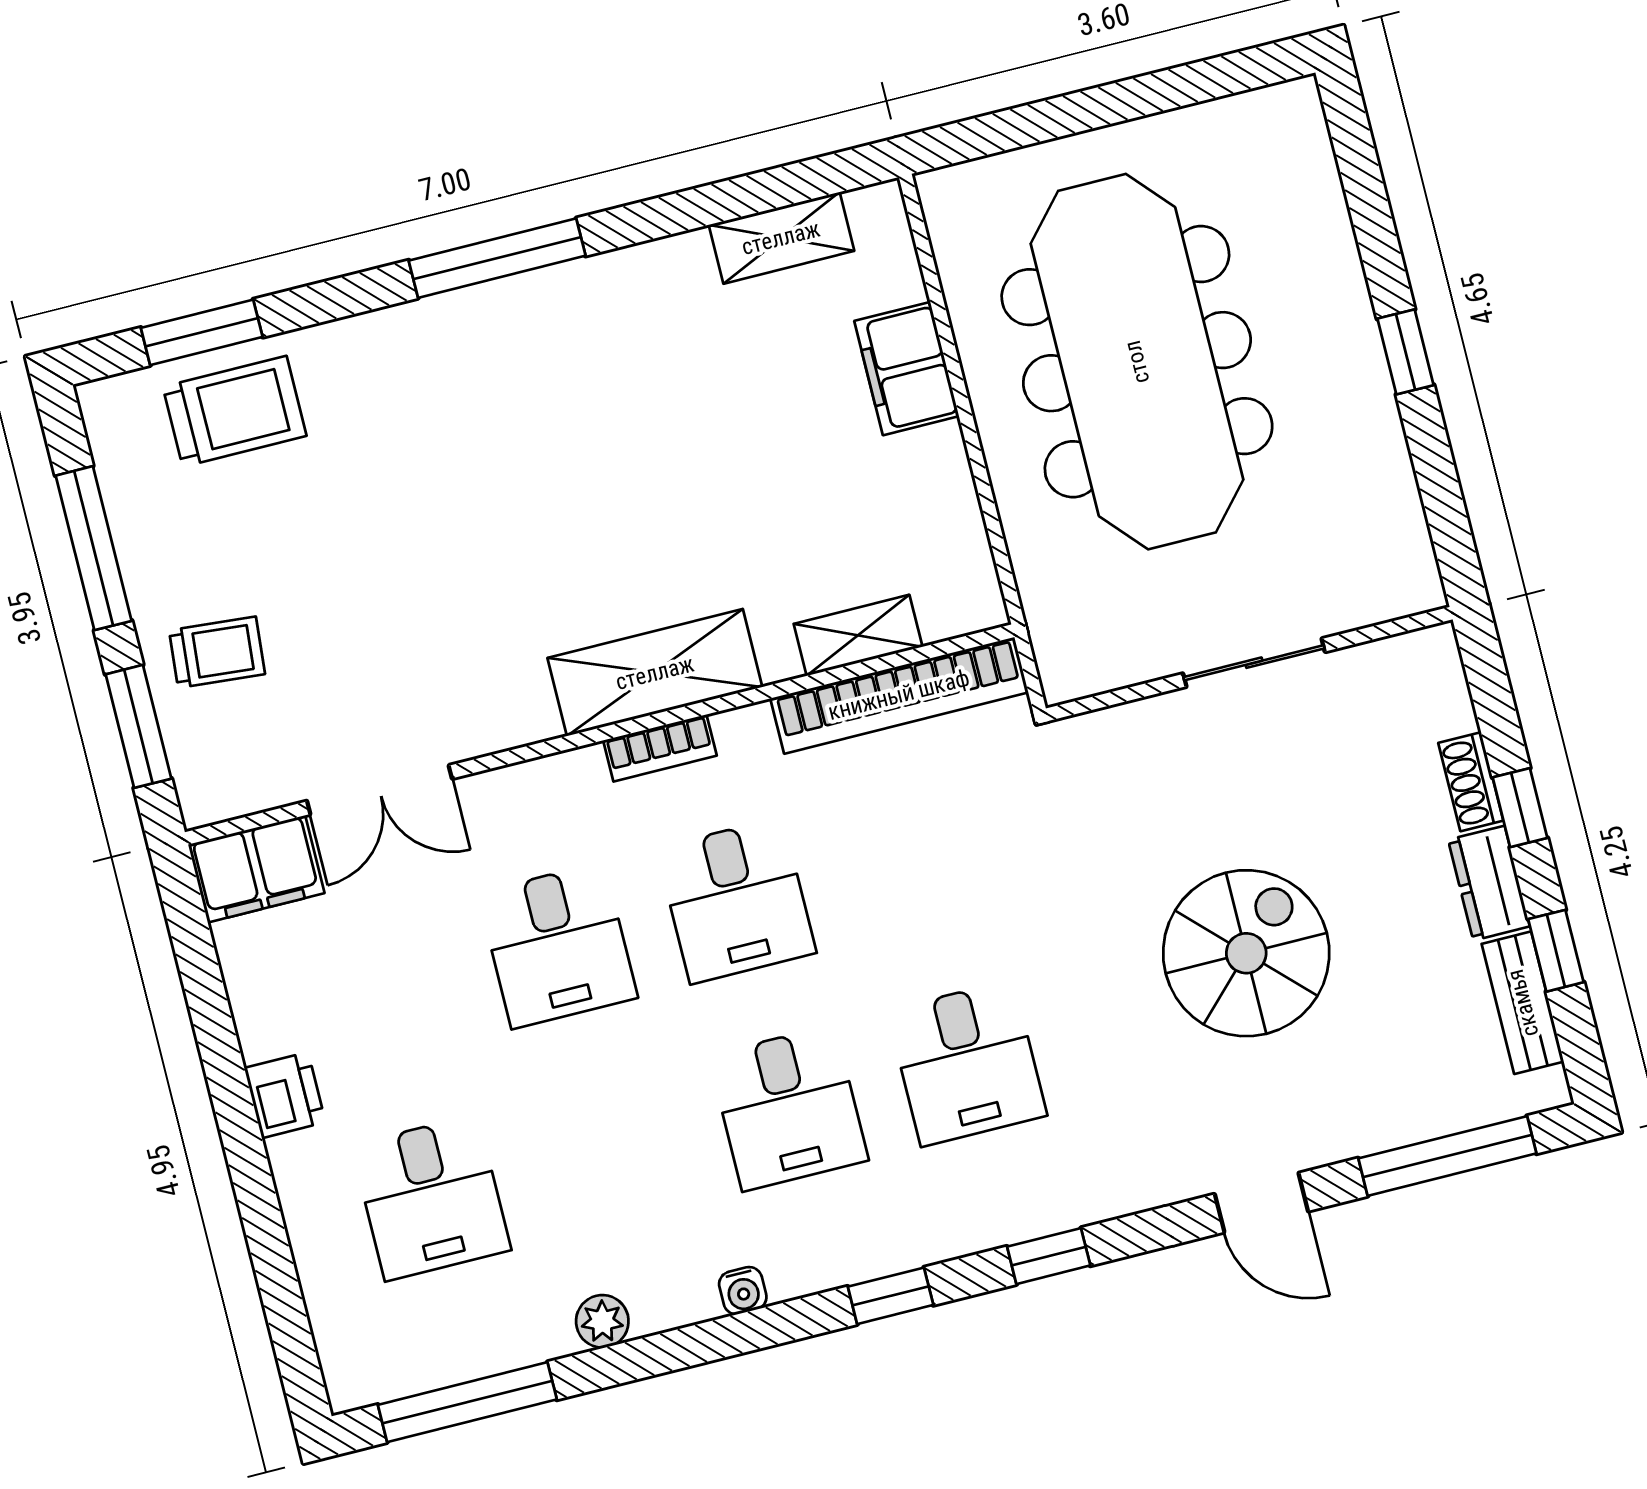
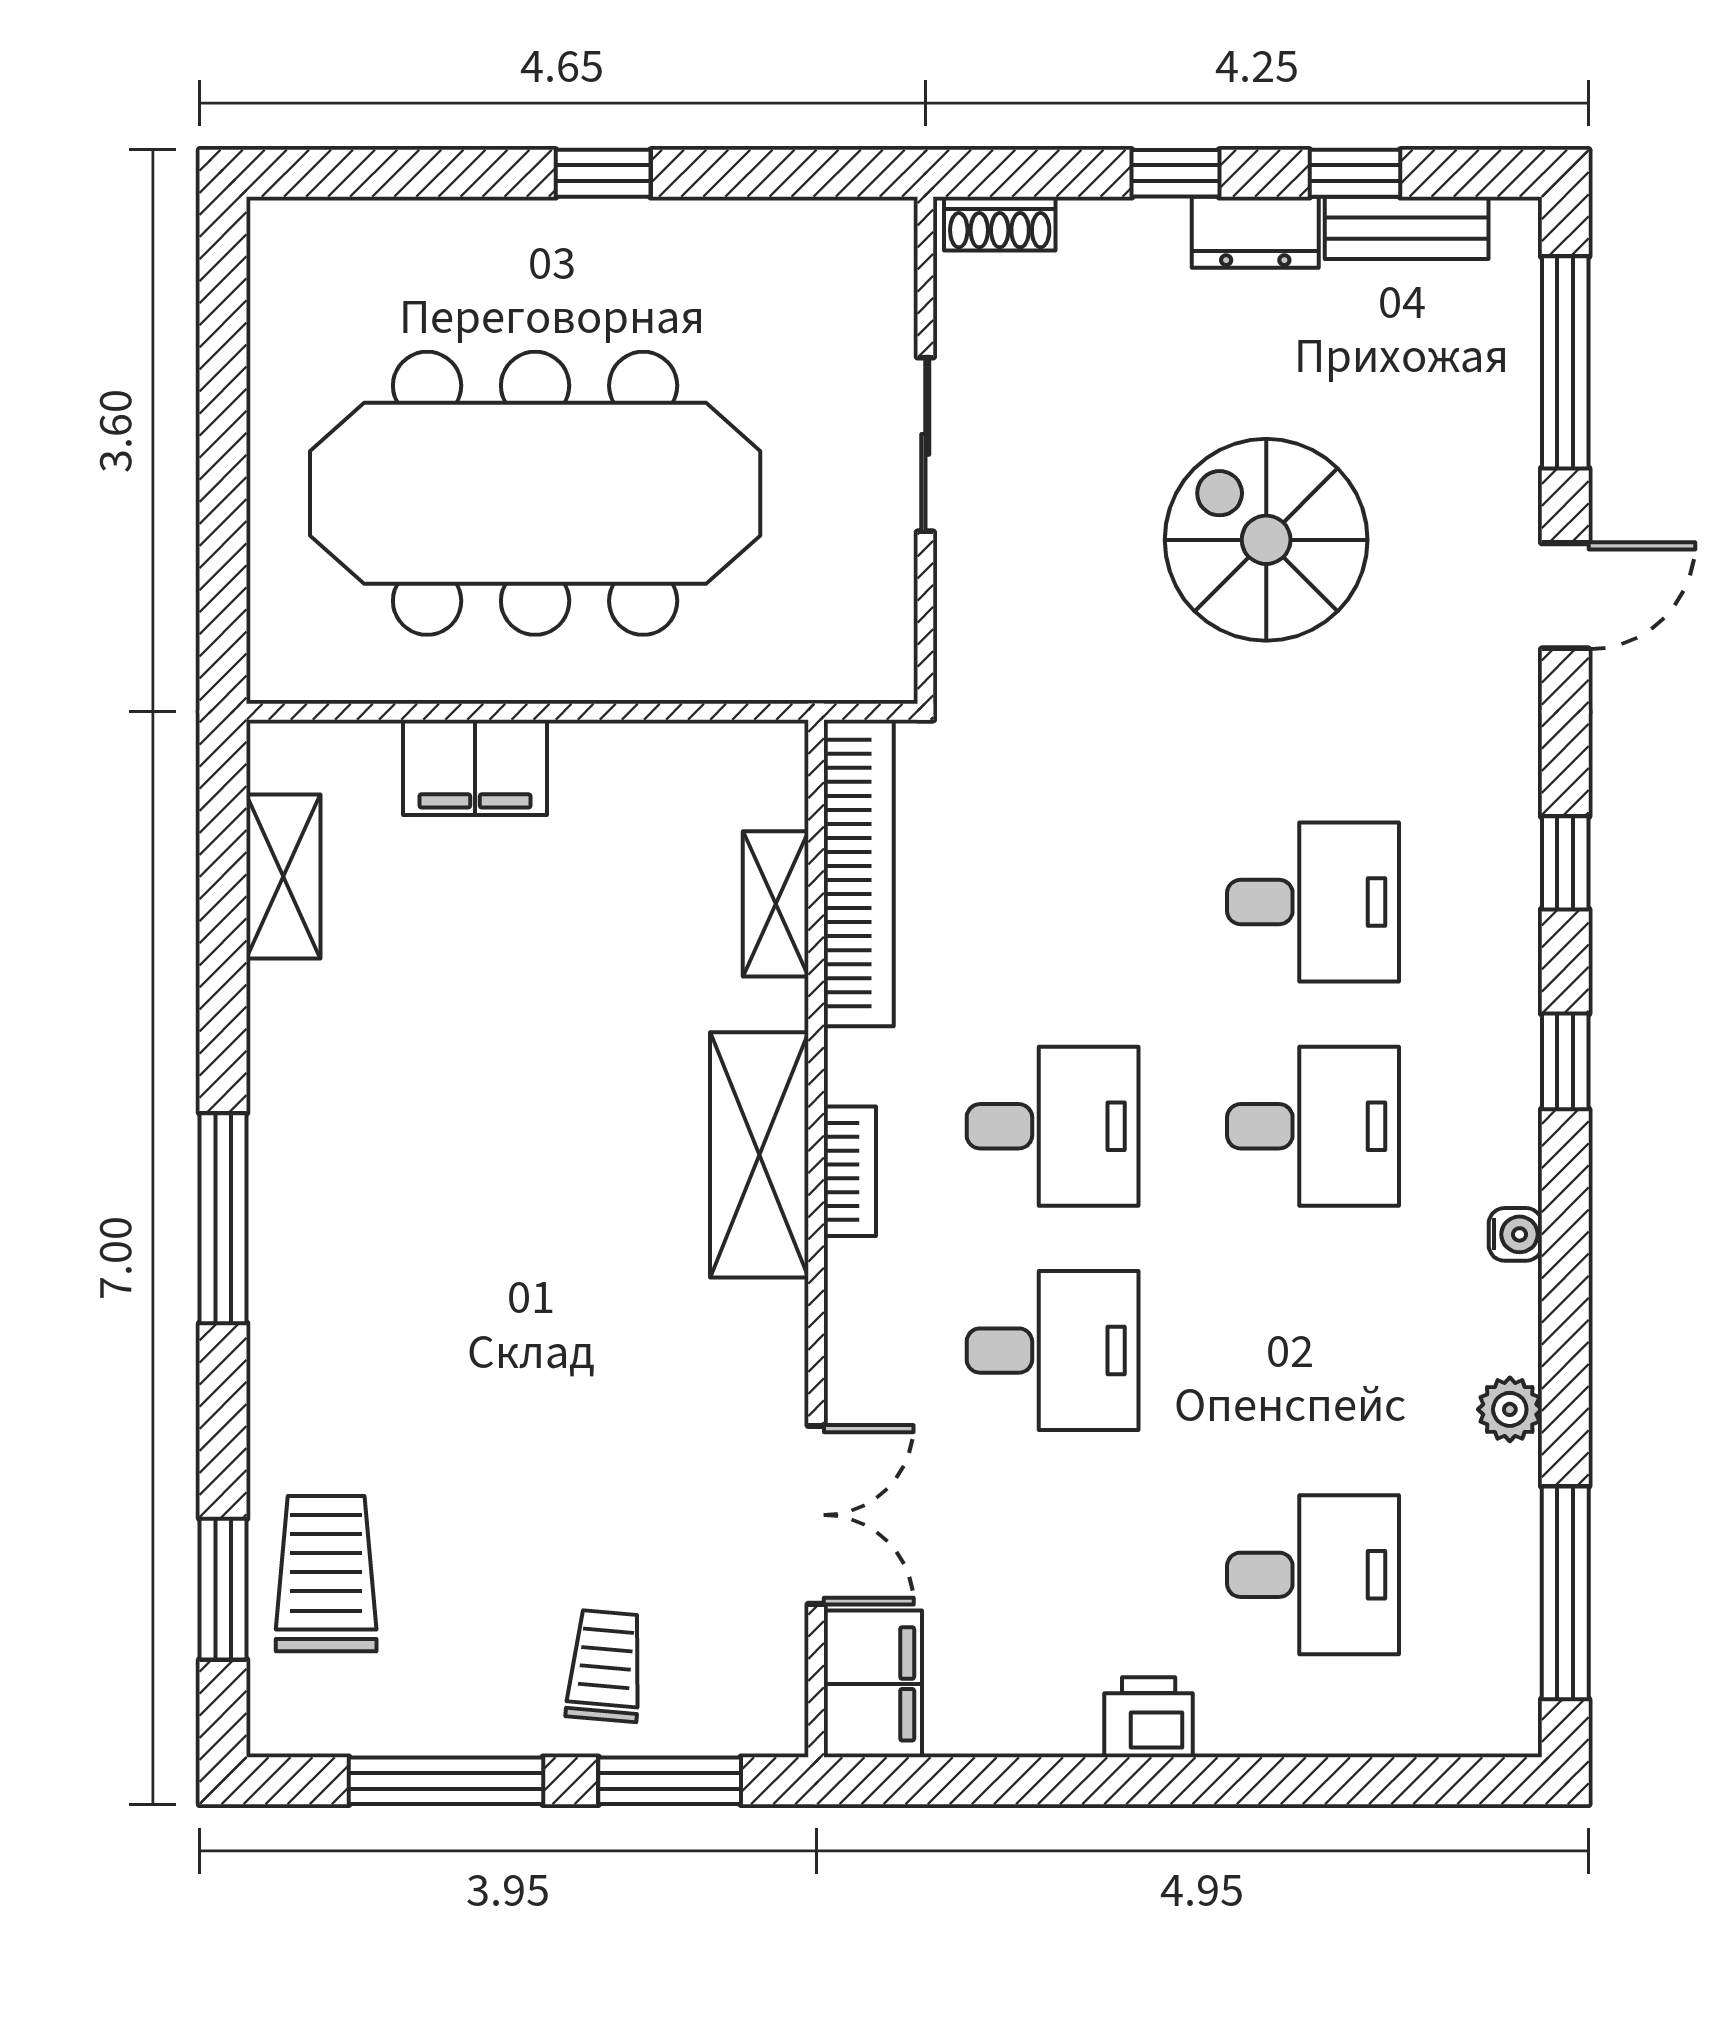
shoe rack: (1471, 782) -> (1000, 224), moved

